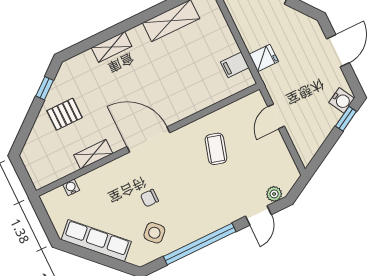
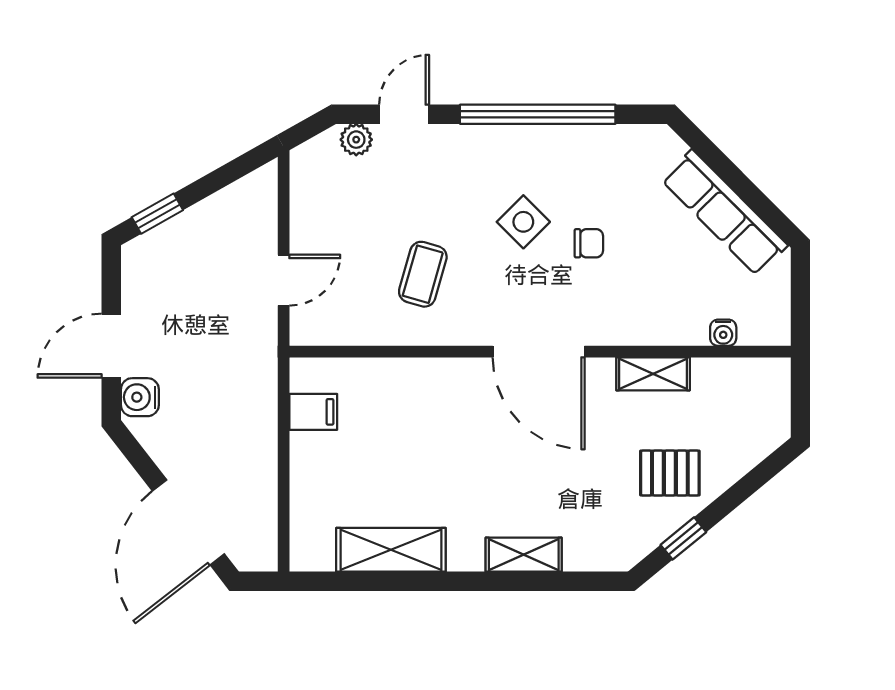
fridge: (264, 58) -> (254, 399), removed
water cooler: (342, 100) -> (140, 397), moved, turned -61
side table: (154, 233) -> (523, 222), moved

